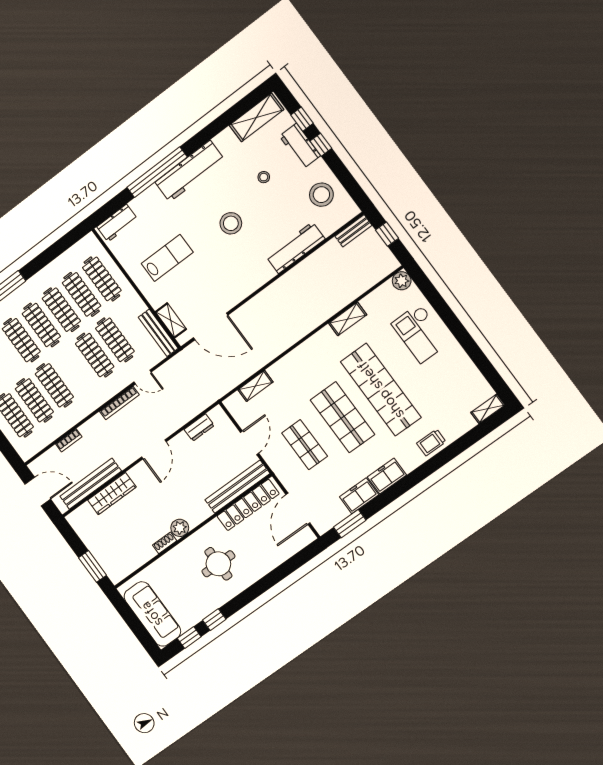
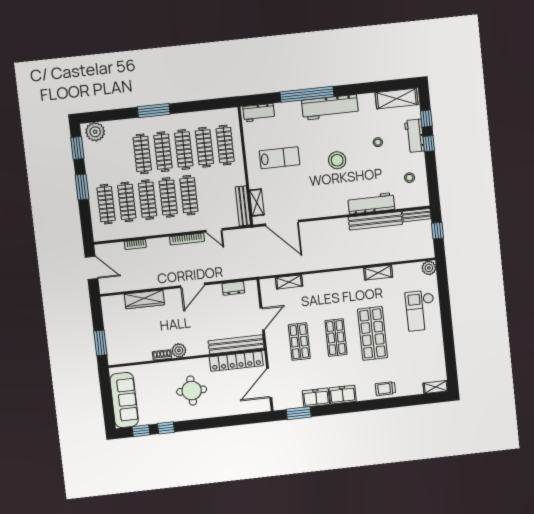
stool: (321, 195) -> (409, 178), width x0.53, depth x0.53
clothes rail: (115, 340) -> (168, 197), moved
shop shelf: (381, 390) -> (373, 333), width x0.71
shop shelf: (343, 417) -> (336, 338), width x0.70, depth x0.74
bench: (91, 484) -> (375, 221), moved

